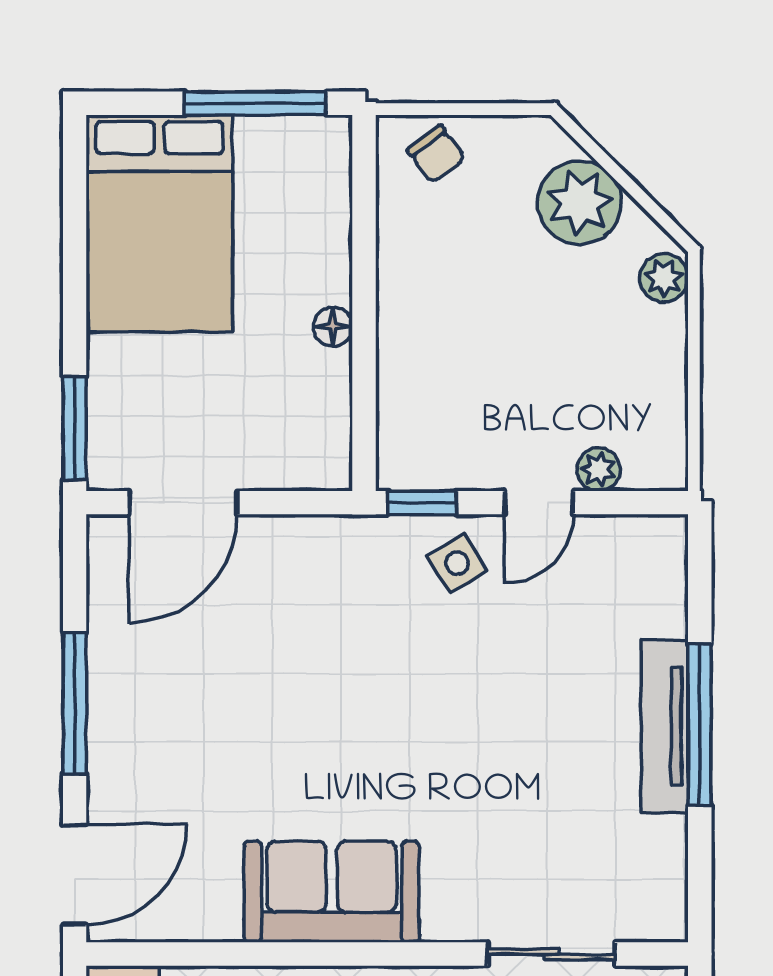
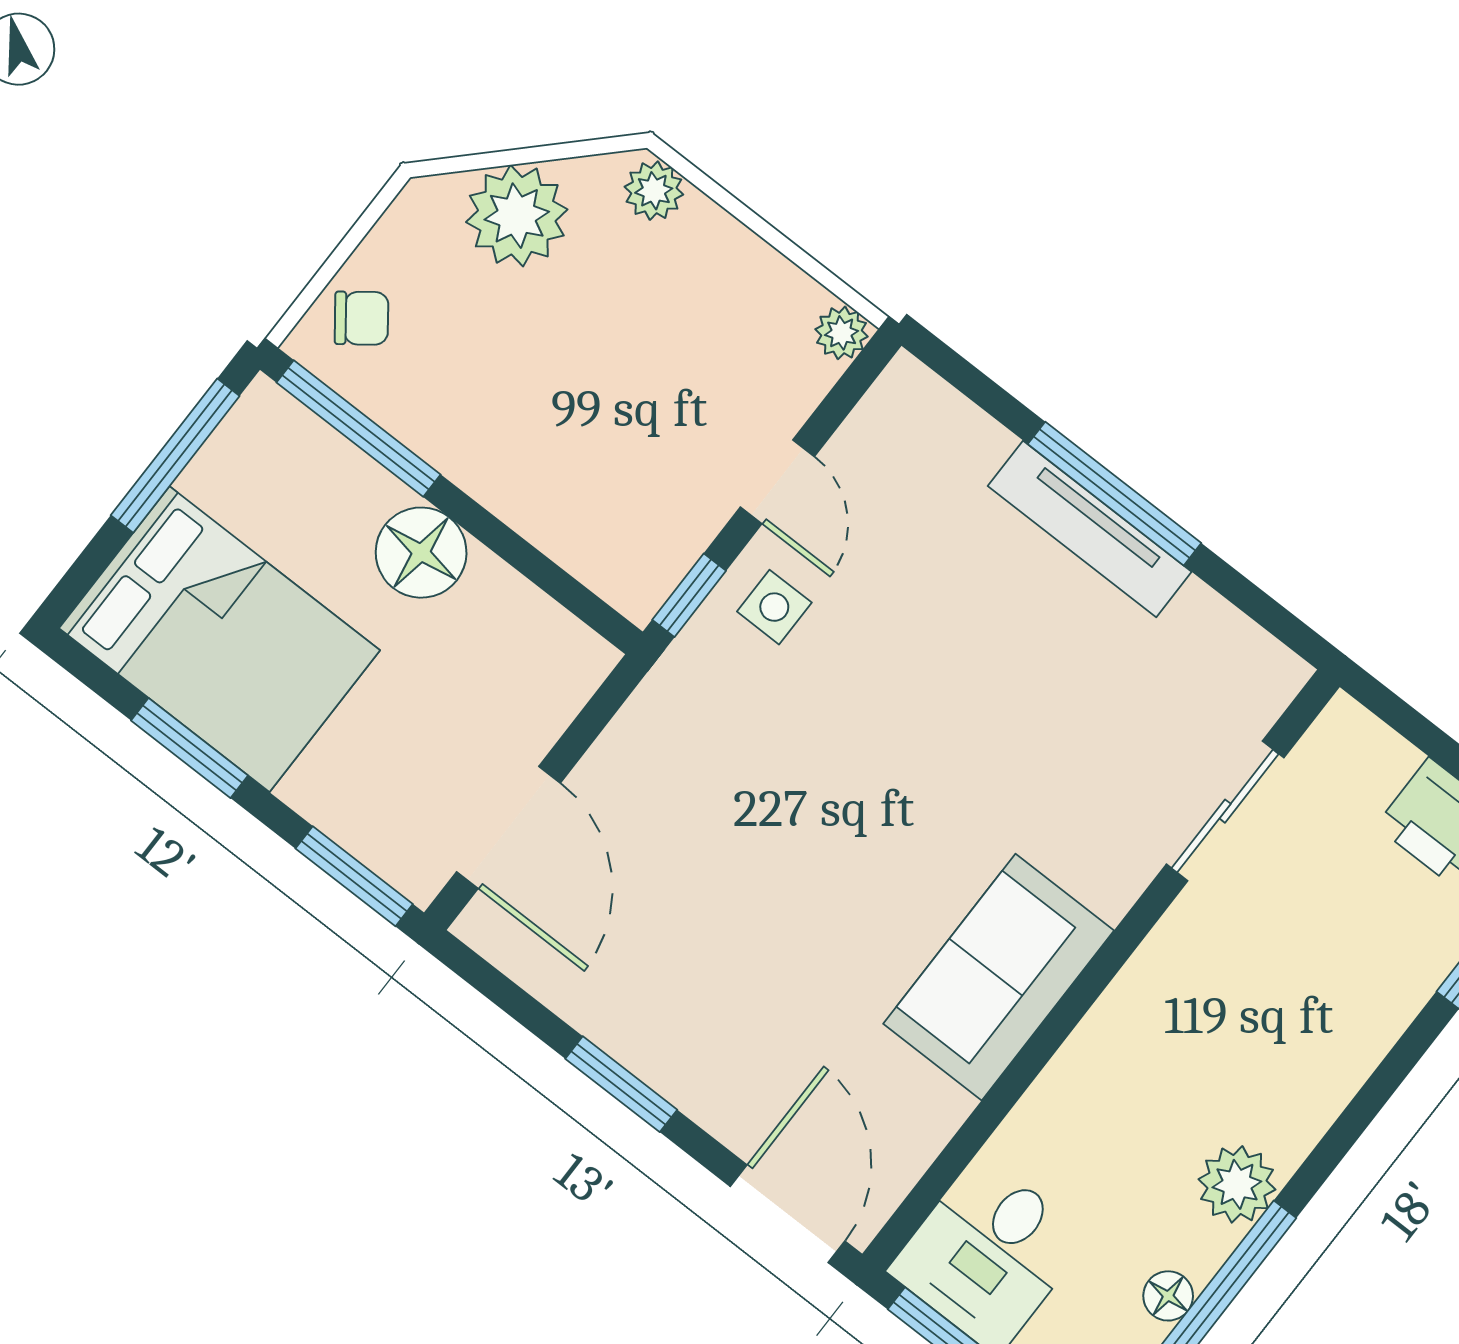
window: (364, 207) -> (359, 428), added
window: (75, 258) -> (189, 748), added
floor lamp: (333, 327) -> (421, 553), width x1.89, depth x1.89
plant: (599, 469) -> (842, 333), moved
side table: (457, 563) -> (774, 607), turned 31
window: (75, 703) -> (621, 1084), width x0.69

